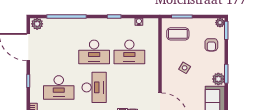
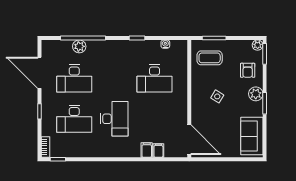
plant: (37, 24) -> (79, 46), moved
desk: (94, 52) -> (74, 78), moved
plant: (218, 79) -> (256, 94), moved

